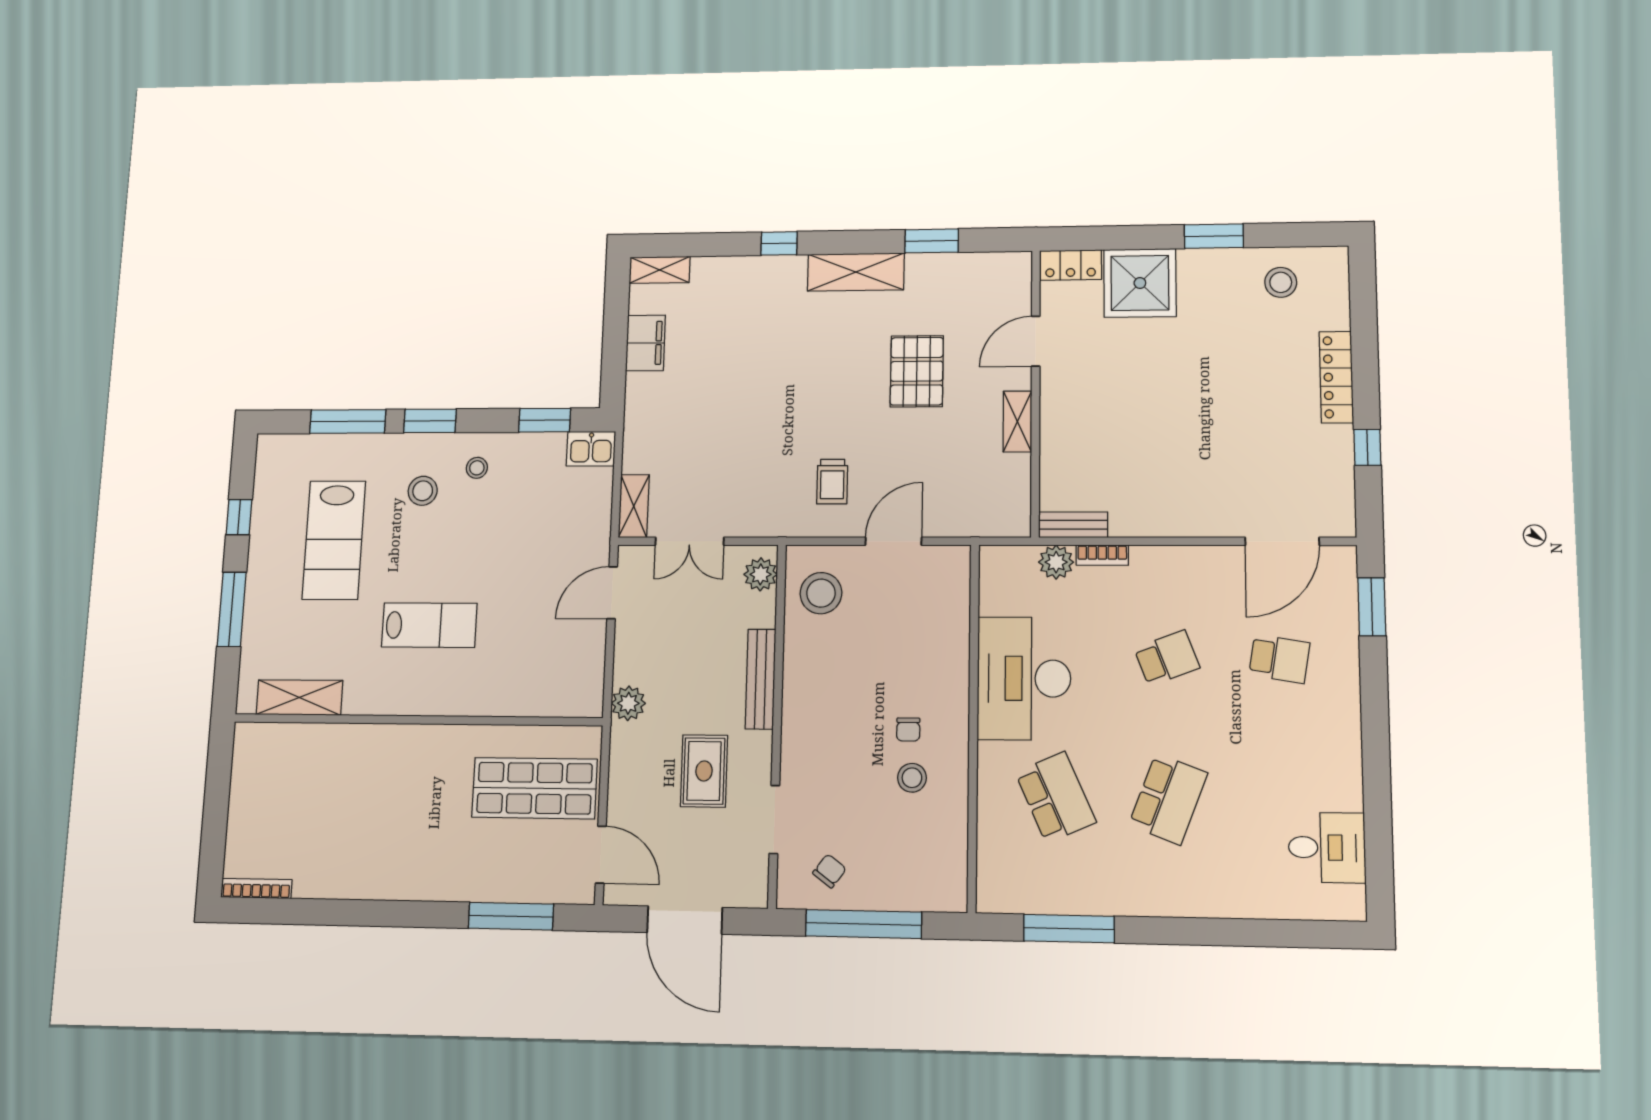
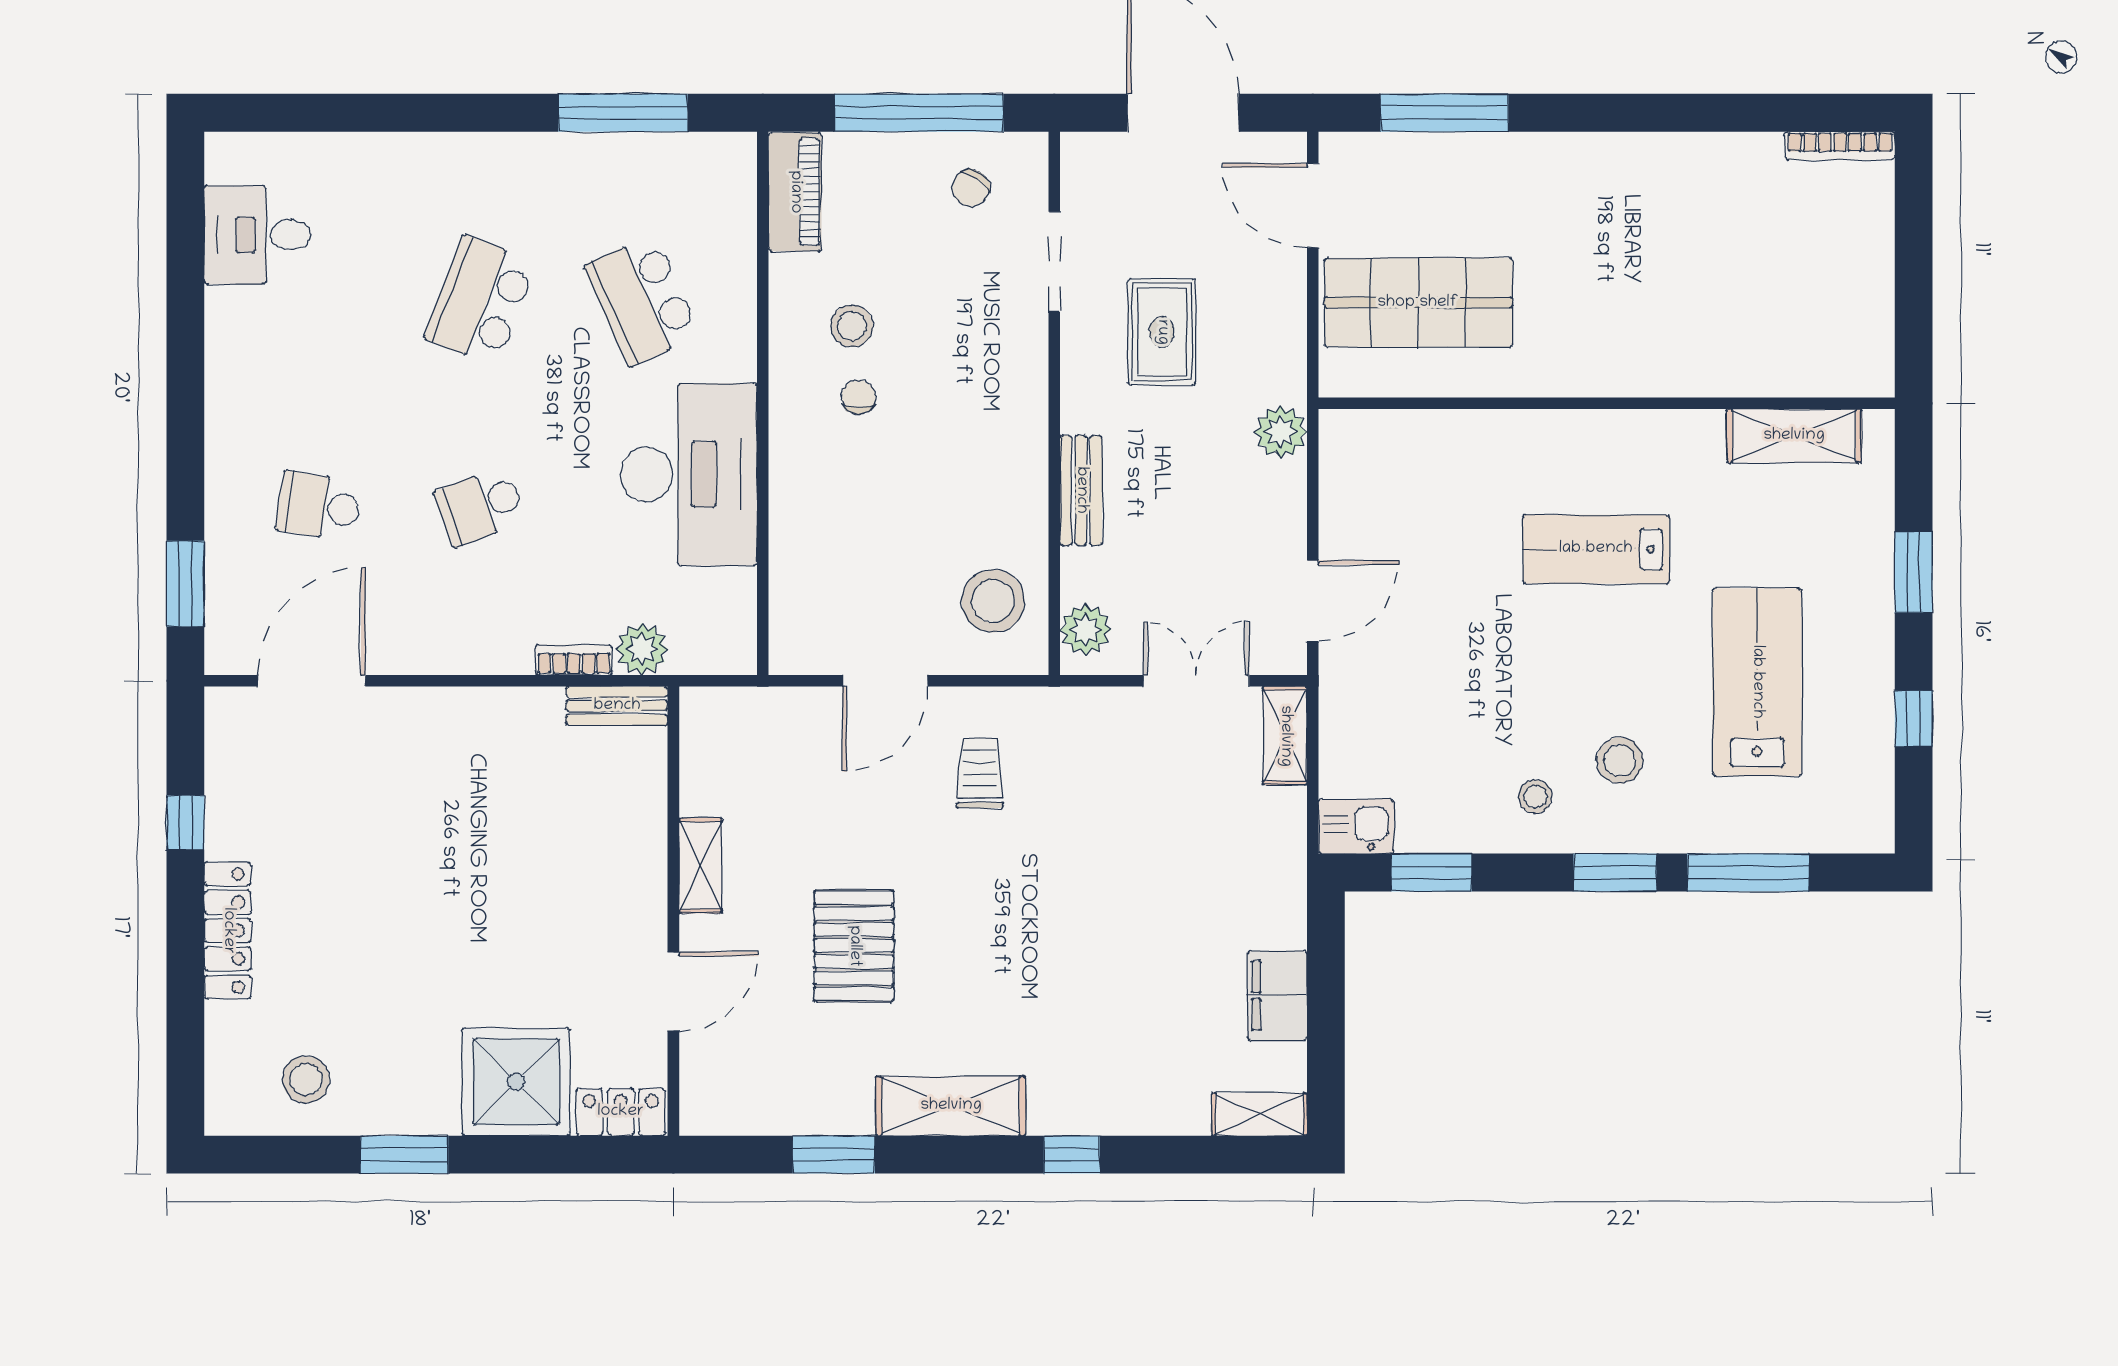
window: (232, 609) -> (1914, 572), width x0.69
bench: (761, 679) -> (1081, 490), width x0.73
piano: (950, 871) -> (795, 192), added

